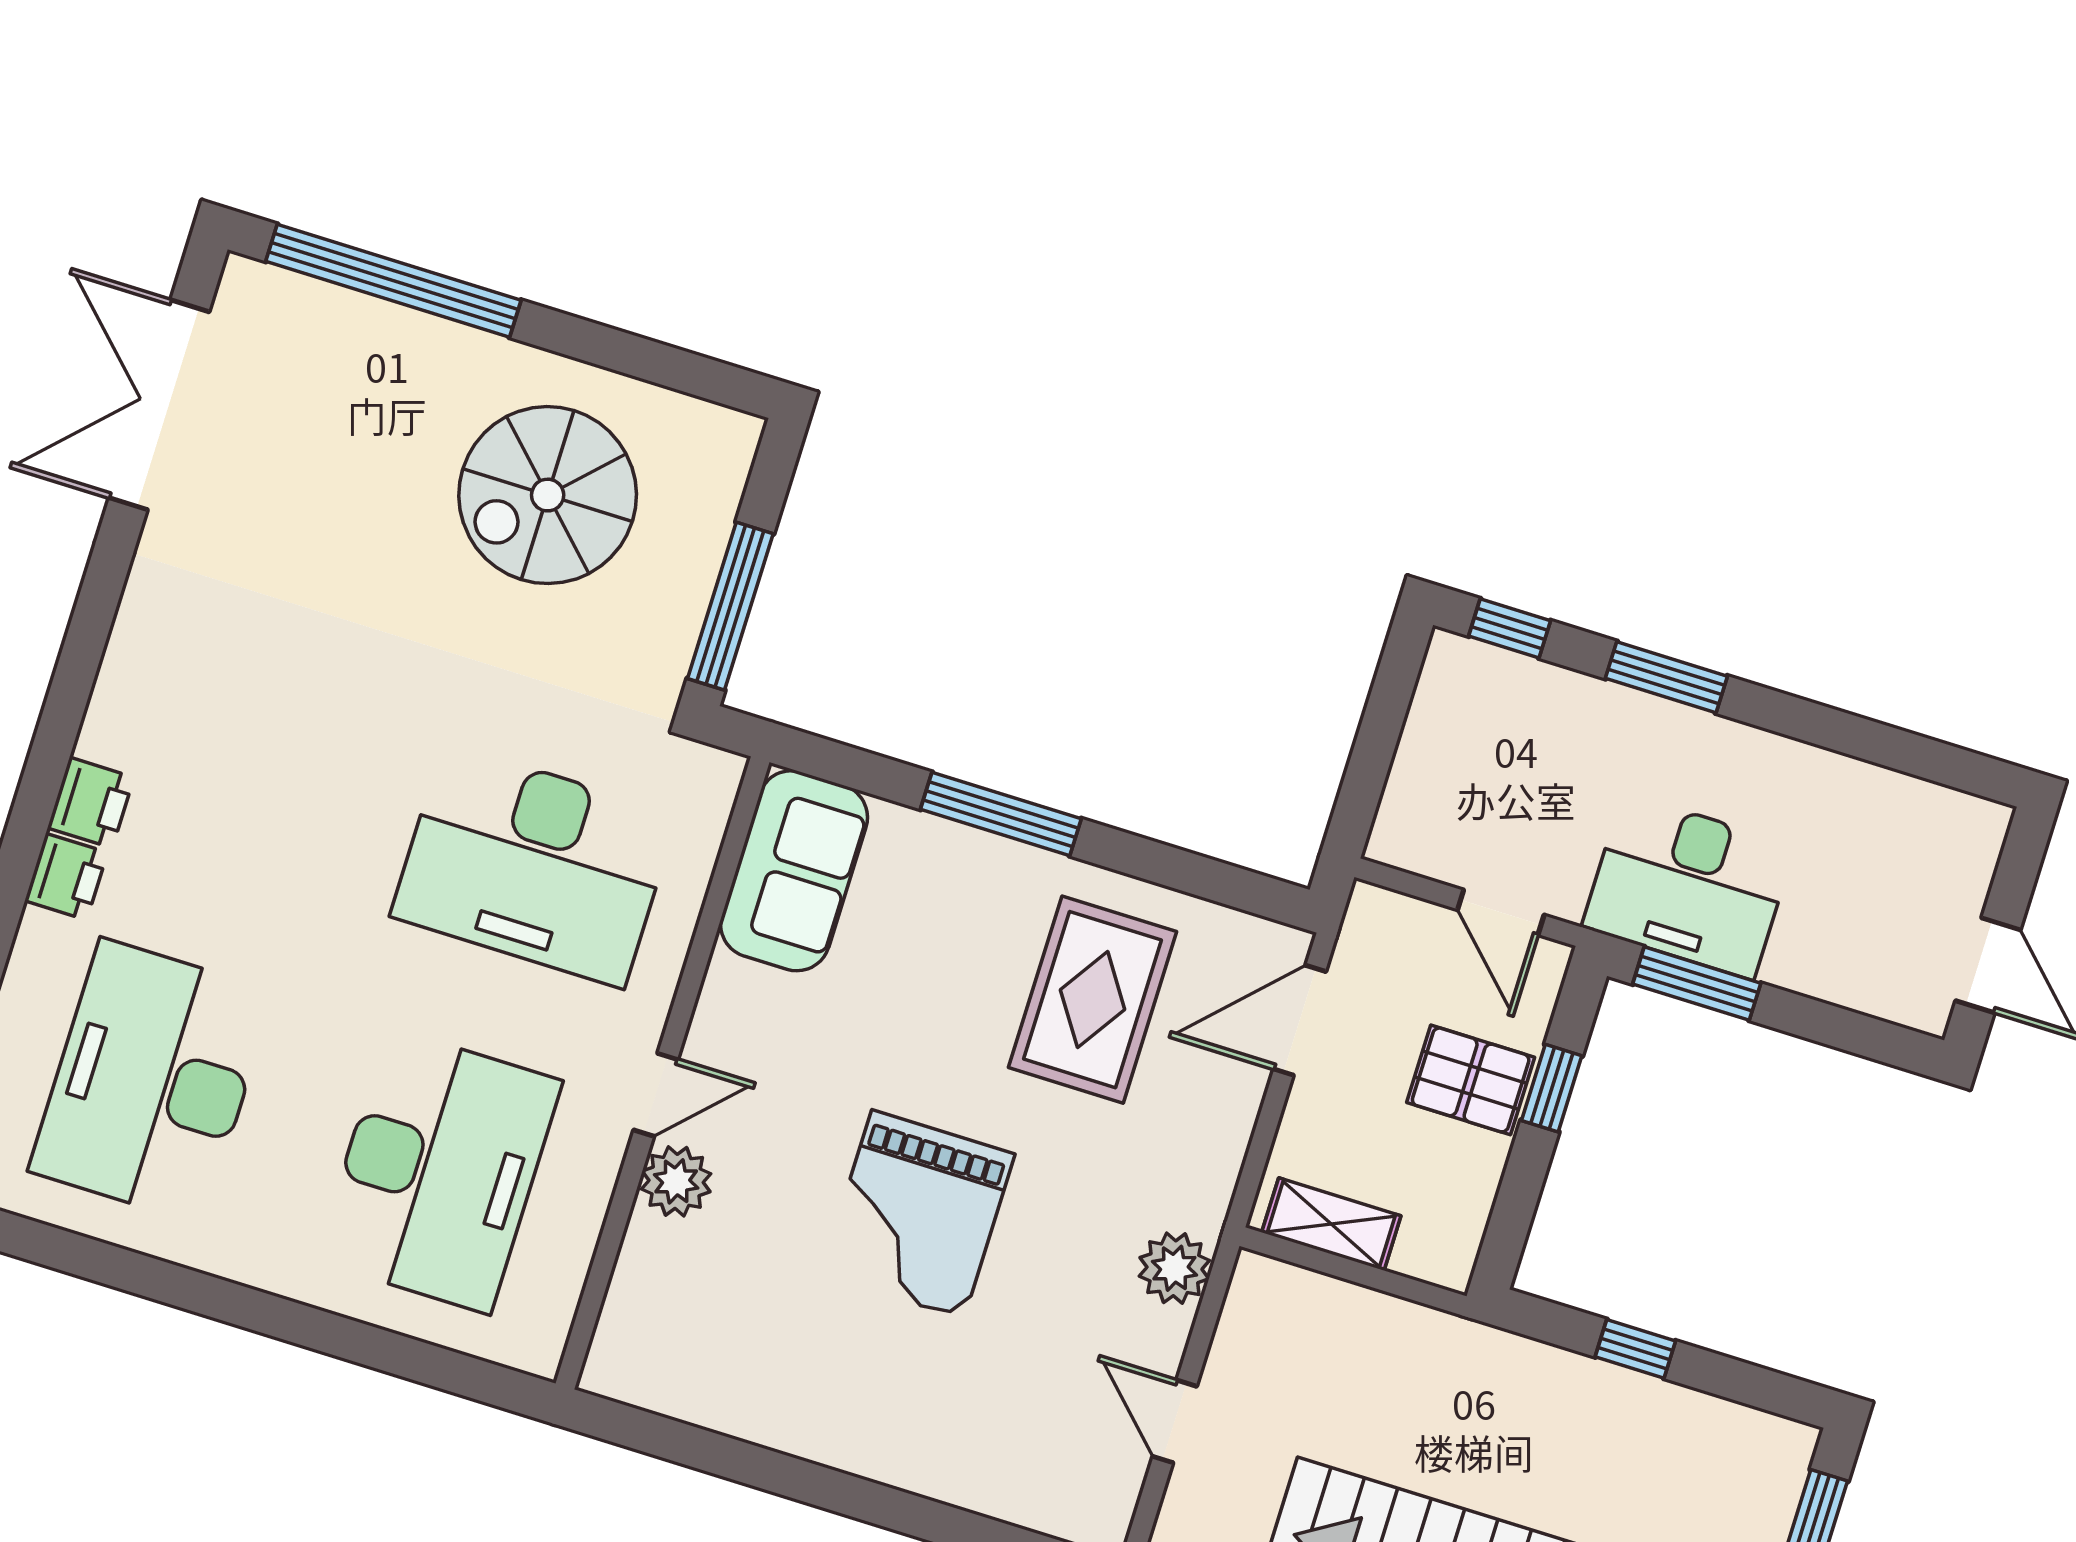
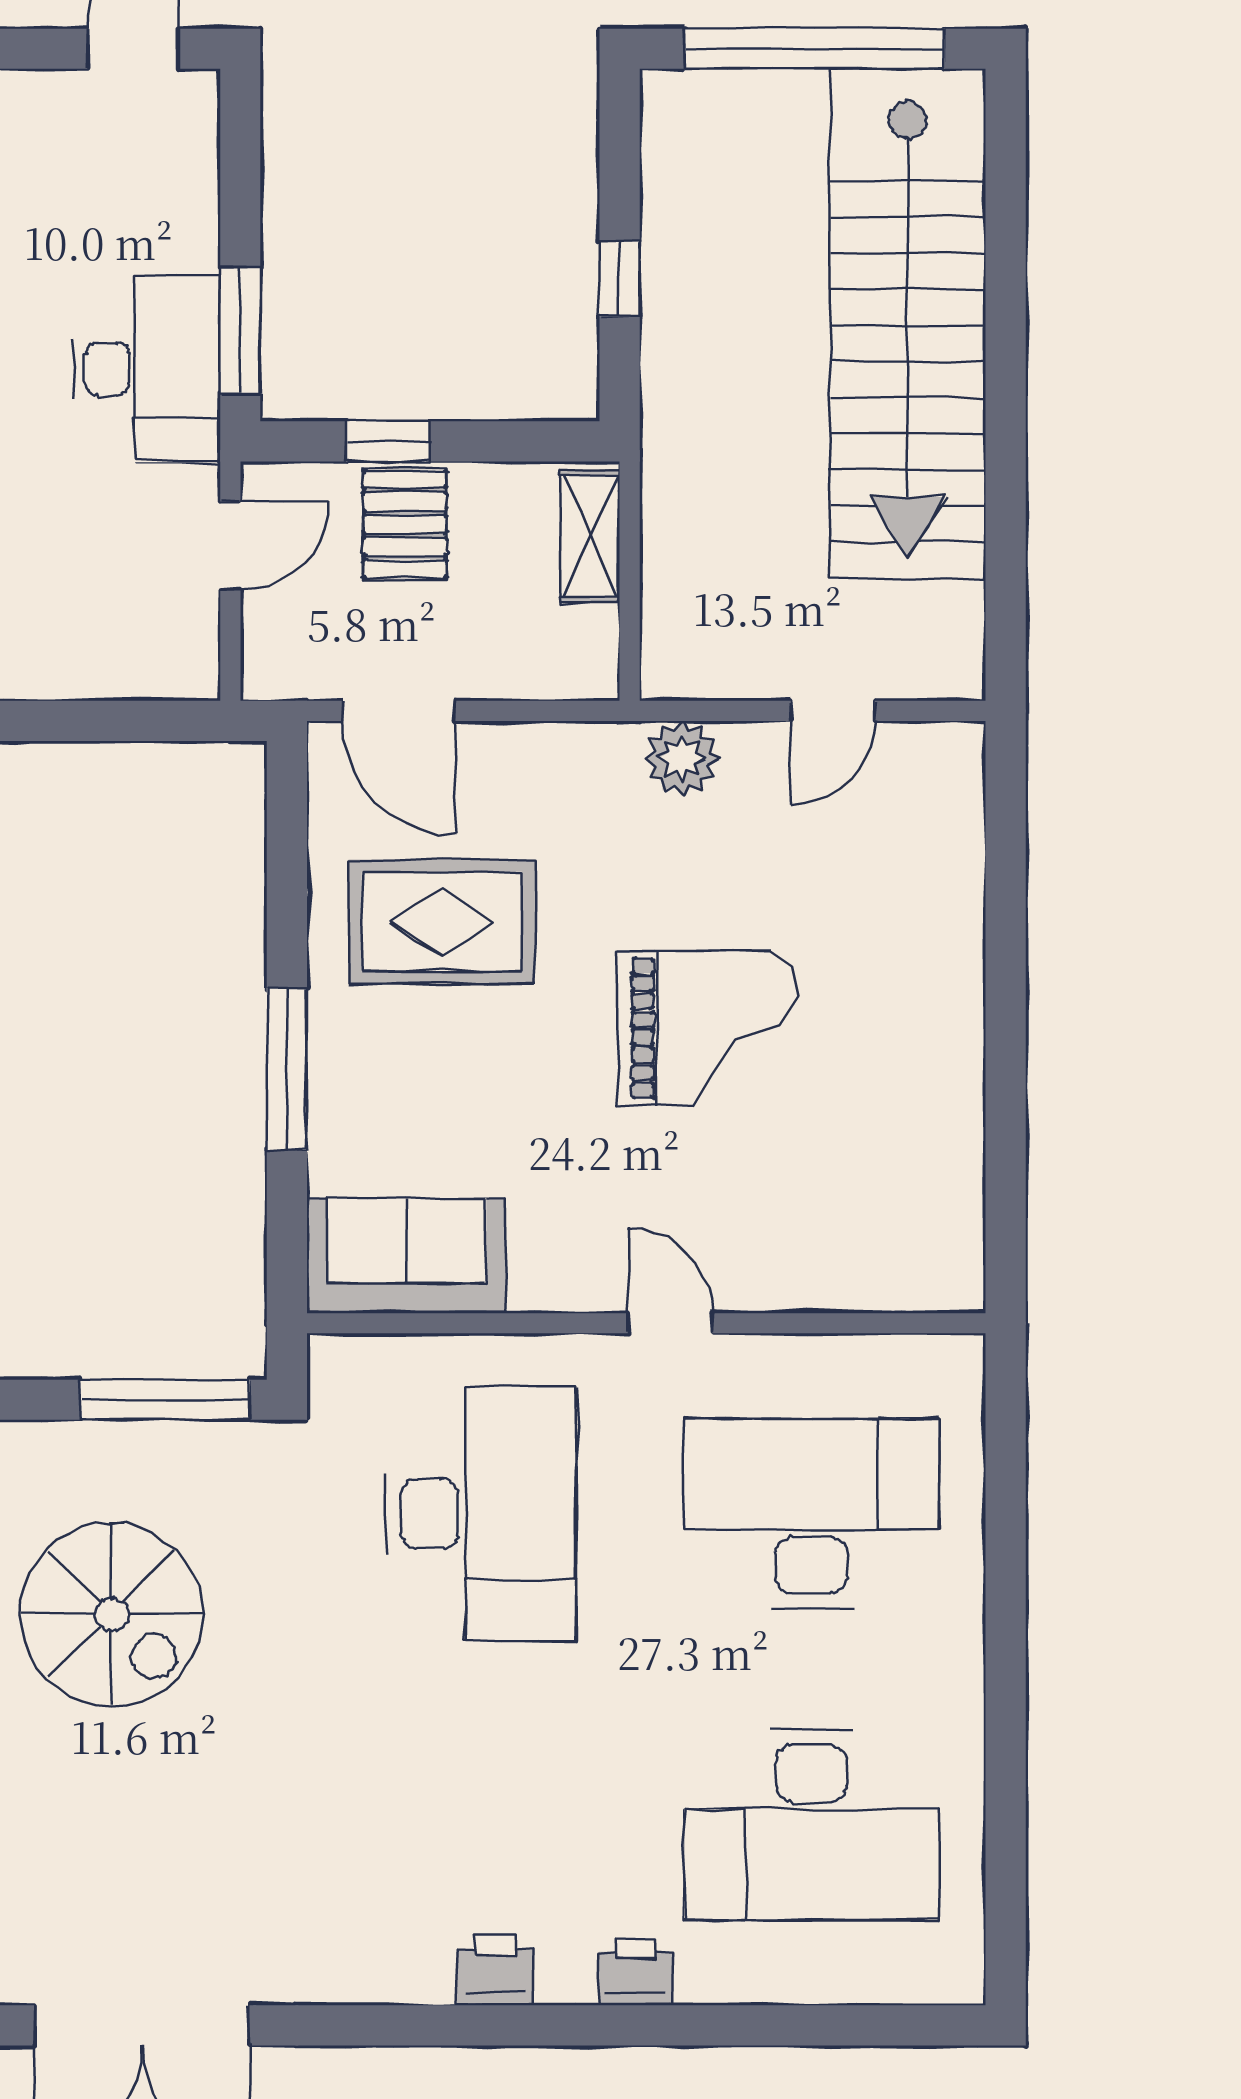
printer: (91, 803) -> (495, 1970), moved
plant: (676, 1181) -> (749, 1277), removed
shelving: (1331, 1224) -> (590, 536), moved

